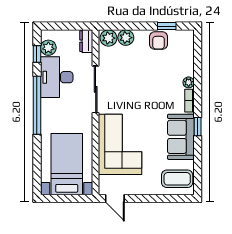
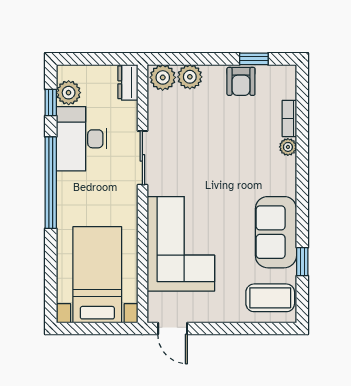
sliding door: (96, 89) -> (142, 158), width x0.73
bookcase: (189, 101) -> (289, 119), moved
window: (198, 127) -> (302, 262), moved

